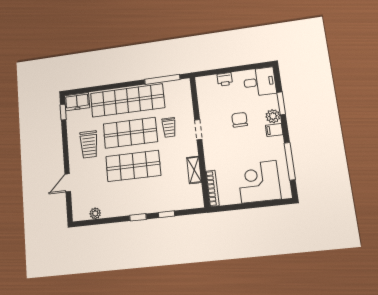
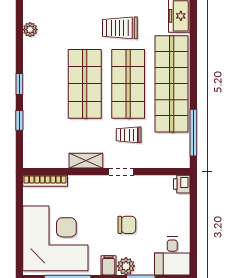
printer: (225, 79) -> (182, 184), moved
shelving: (194, 170) -> (86, 161), moved
corner desk: (259, 182) -> (55, 238), width x1.36, depth x1.36

